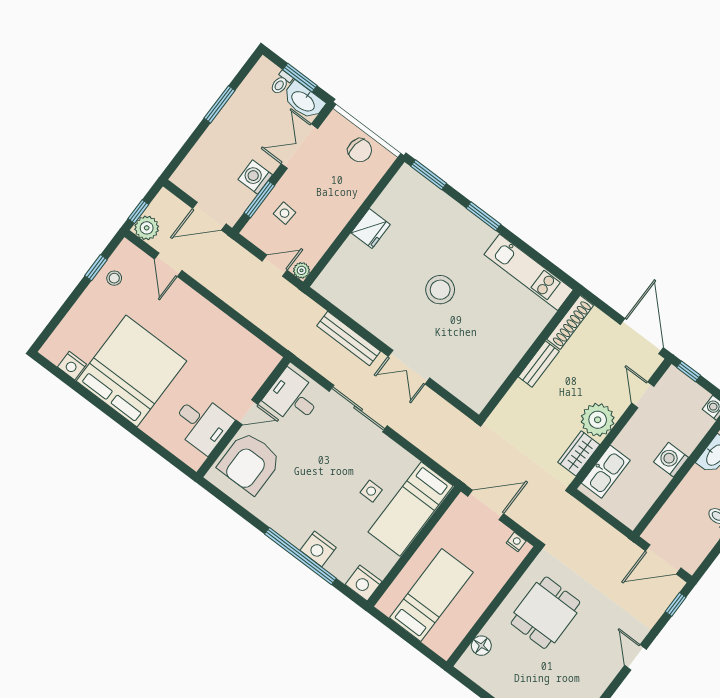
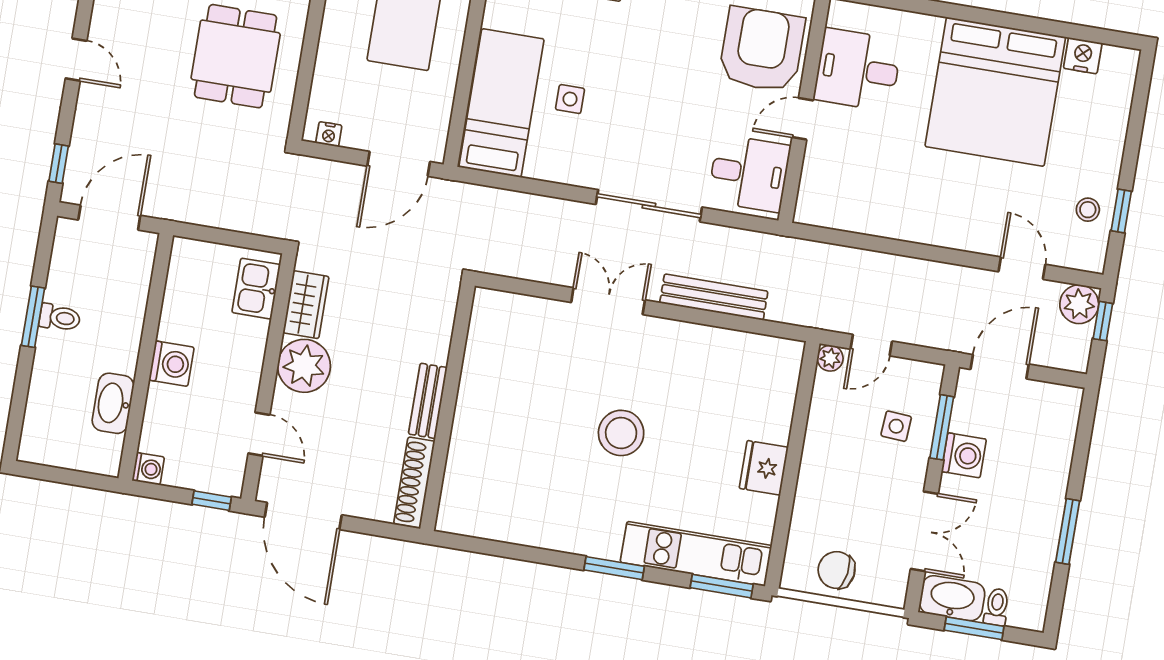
kitchen unit: (529, 272) -> (696, 554), moved
kitchen sink: (606, 472) -> (256, 289), width x0.73

